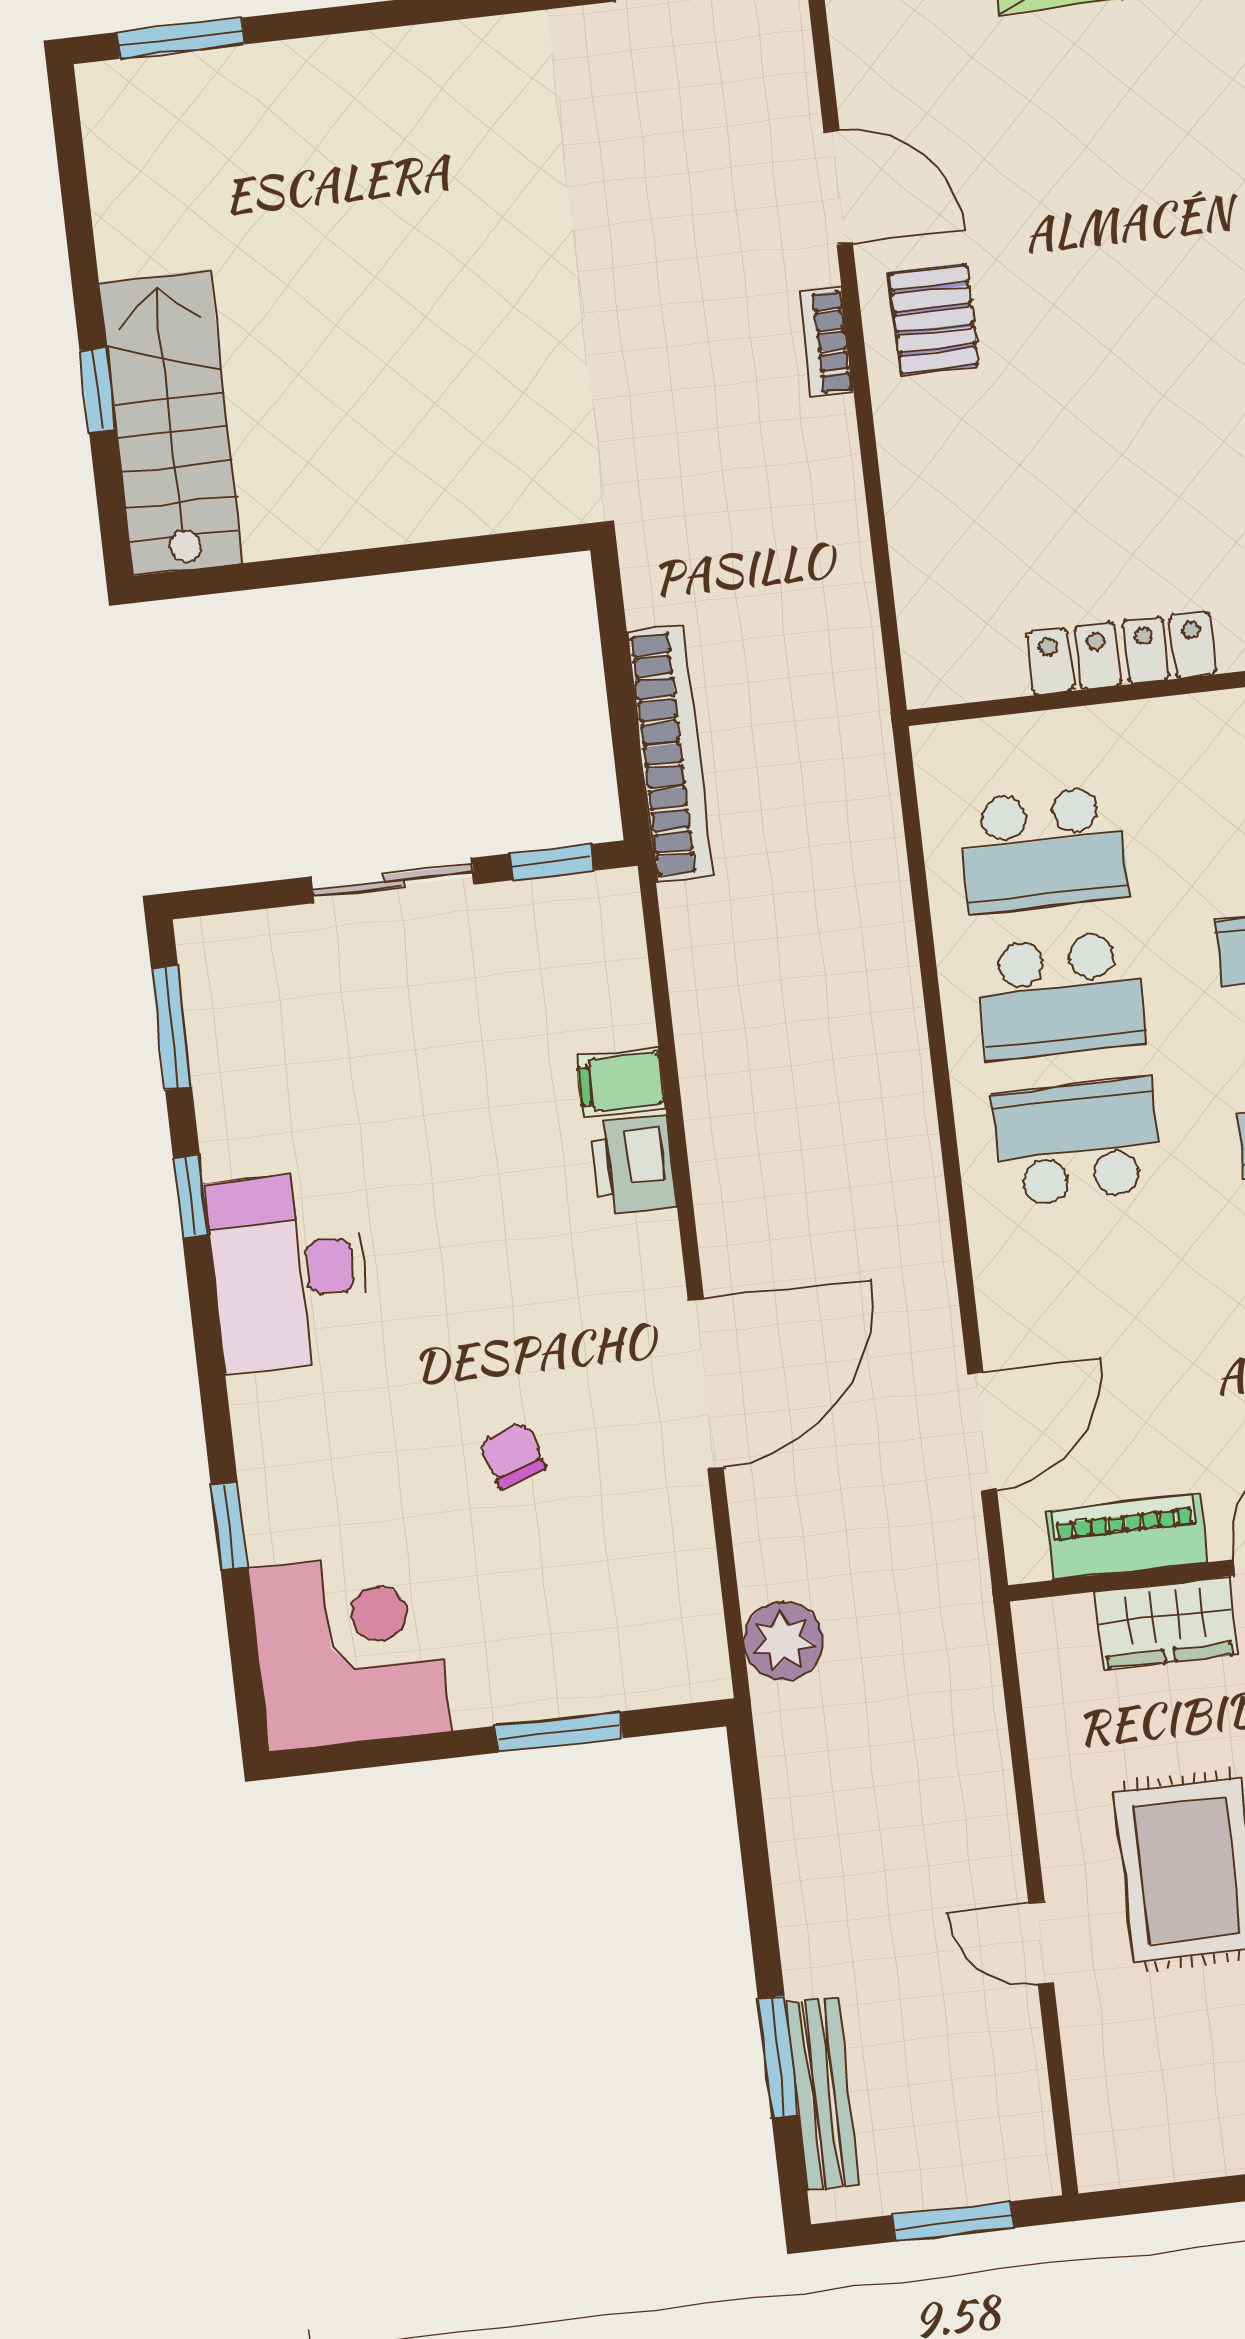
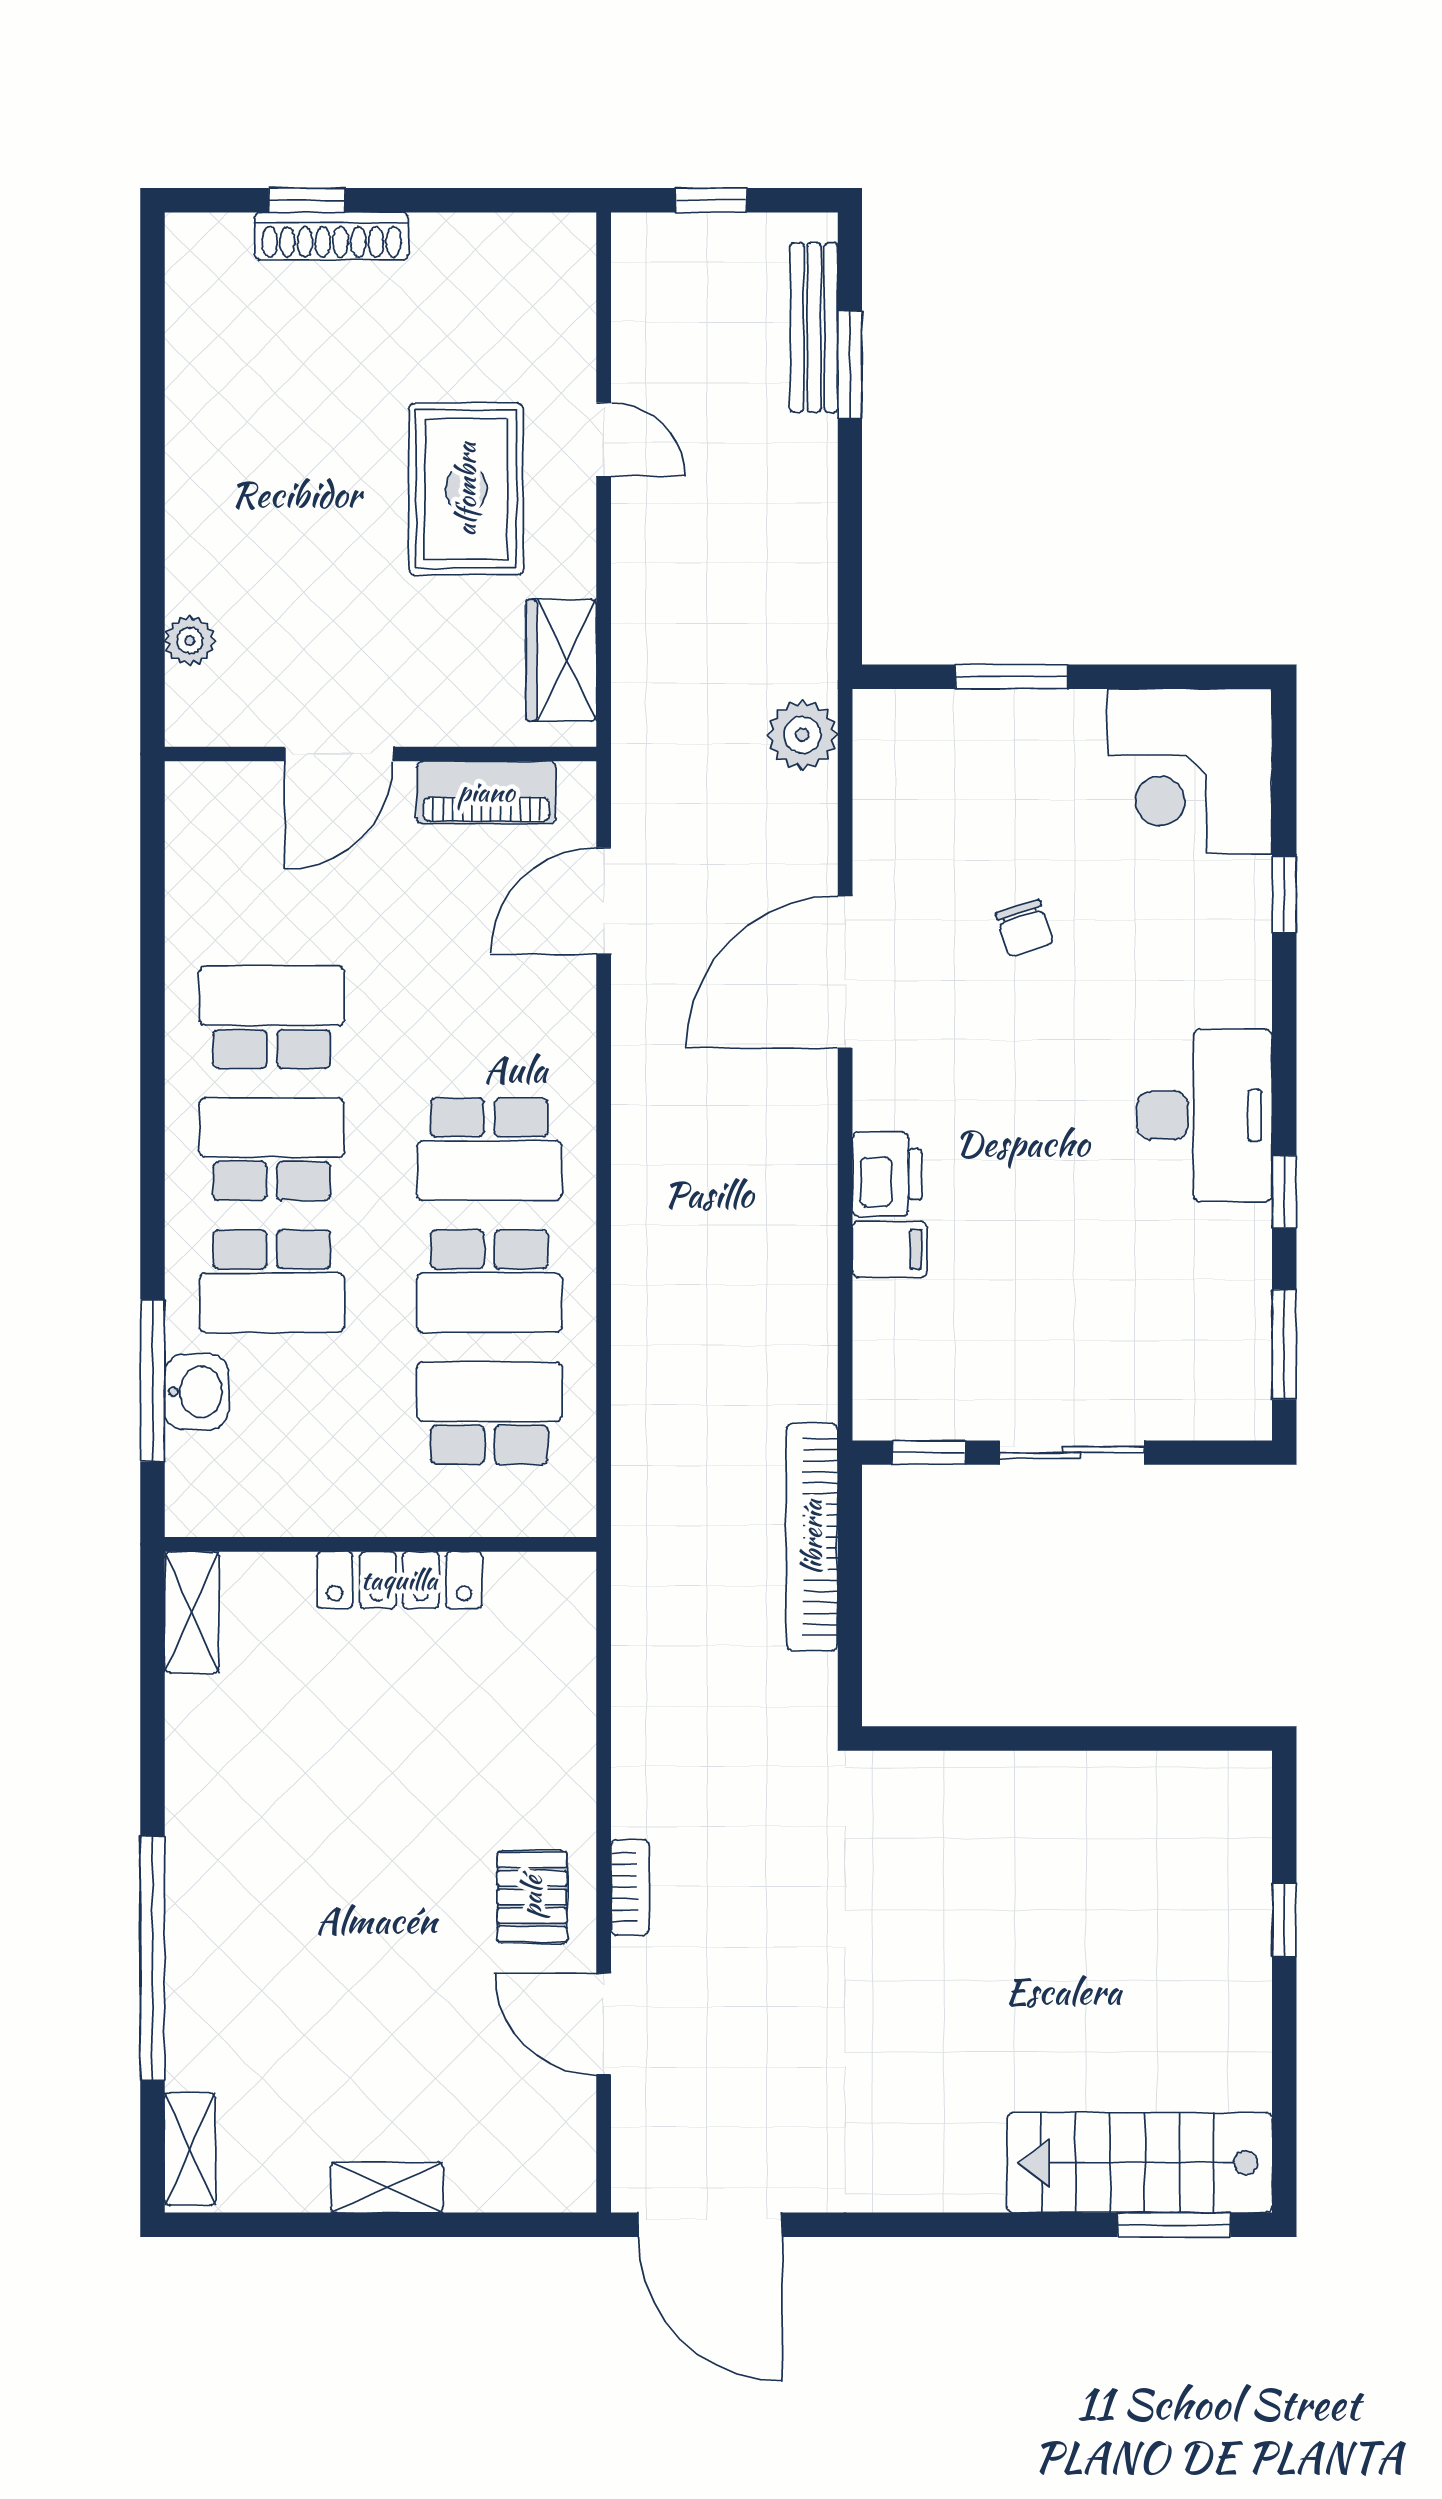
stairs: (171, 423) -> (1139, 2163), moved, turned 90
school desk: (1060, 996) -> (489, 1281), turned 180
wardrobe: (1166, 1623) -> (561, 660), moved, turned -90
window: (953, 2221) -> (711, 200), width x0.67

